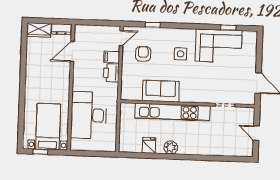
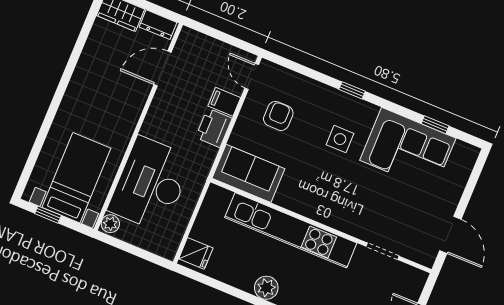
window: (153, 25) -> (352, 90), moved
door: (121, 38) -> (252, 76), swing flipped
sofa: (161, 91) -> (248, 173), moved
plant: (75, 144) -> (110, 224), added
fridge: (149, 145) -> (196, 253), moved, turned 90

